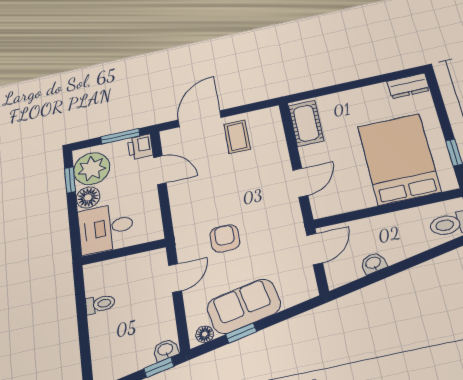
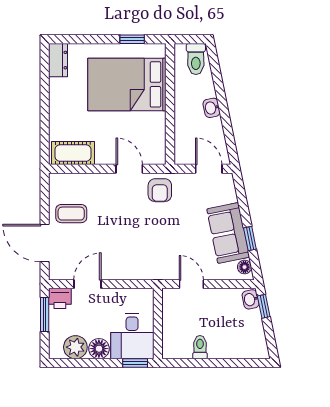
plant: (92, 169) -> (75, 347), width x0.73, depth x0.73
window: (70, 180) -> (135, 363), moved
armchair: (225, 238) -> (160, 190), moved, turned -90
door: (315, 249) -> (209, 169), moved
washbasin: (373, 263) -> (212, 108), moved

